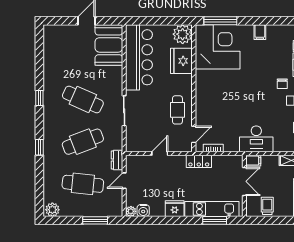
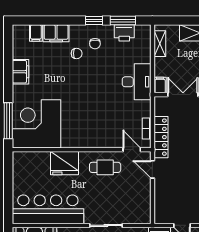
filing cabinet: (260, 32) -> (20, 72), width x2.00
plant: (183, 34) -> (23, 162), removed
fridge: (181, 61) -> (65, 163), moved
door: (160, 154) -> (152, 169), moved
locker: (199, 161) -> (161, 137), width x1.53

